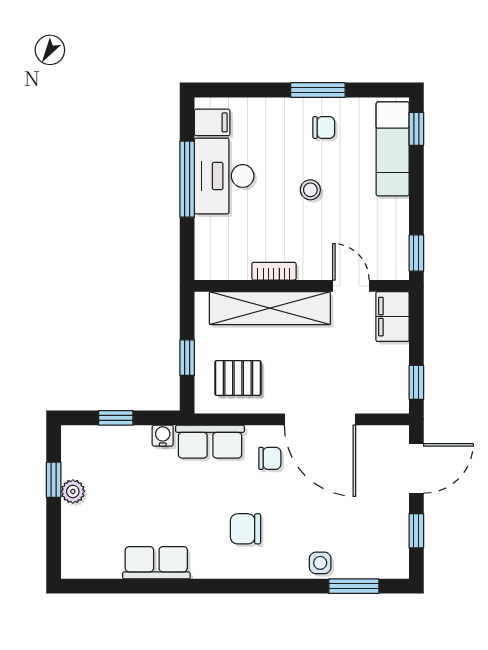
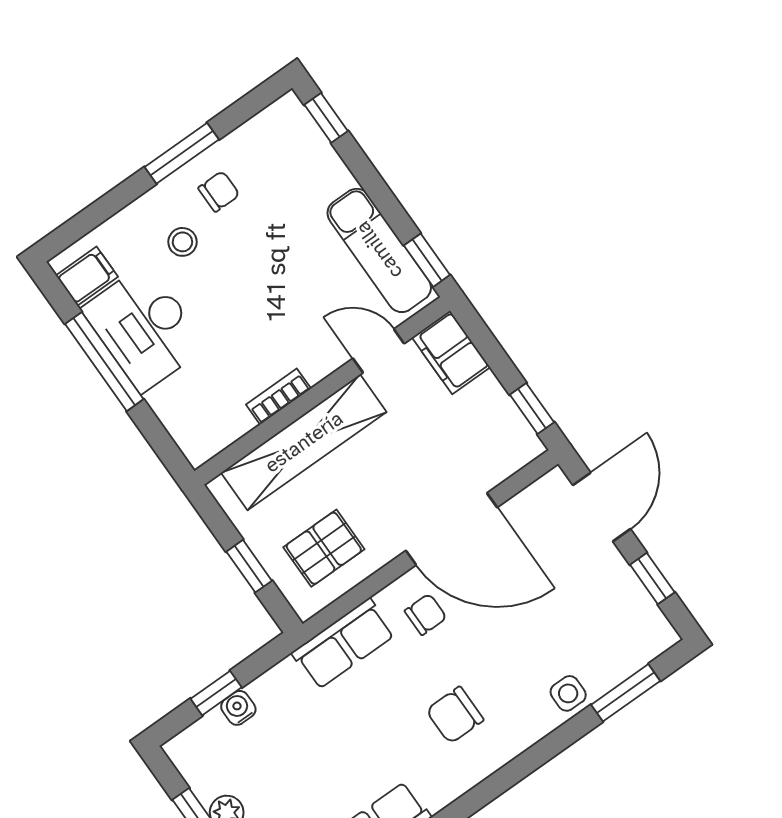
exam couch: (393, 149) -> (379, 250), moved
stool: (310, 190) -> (182, 242), moved
water cooler: (163, 436) -> (238, 708), moved

